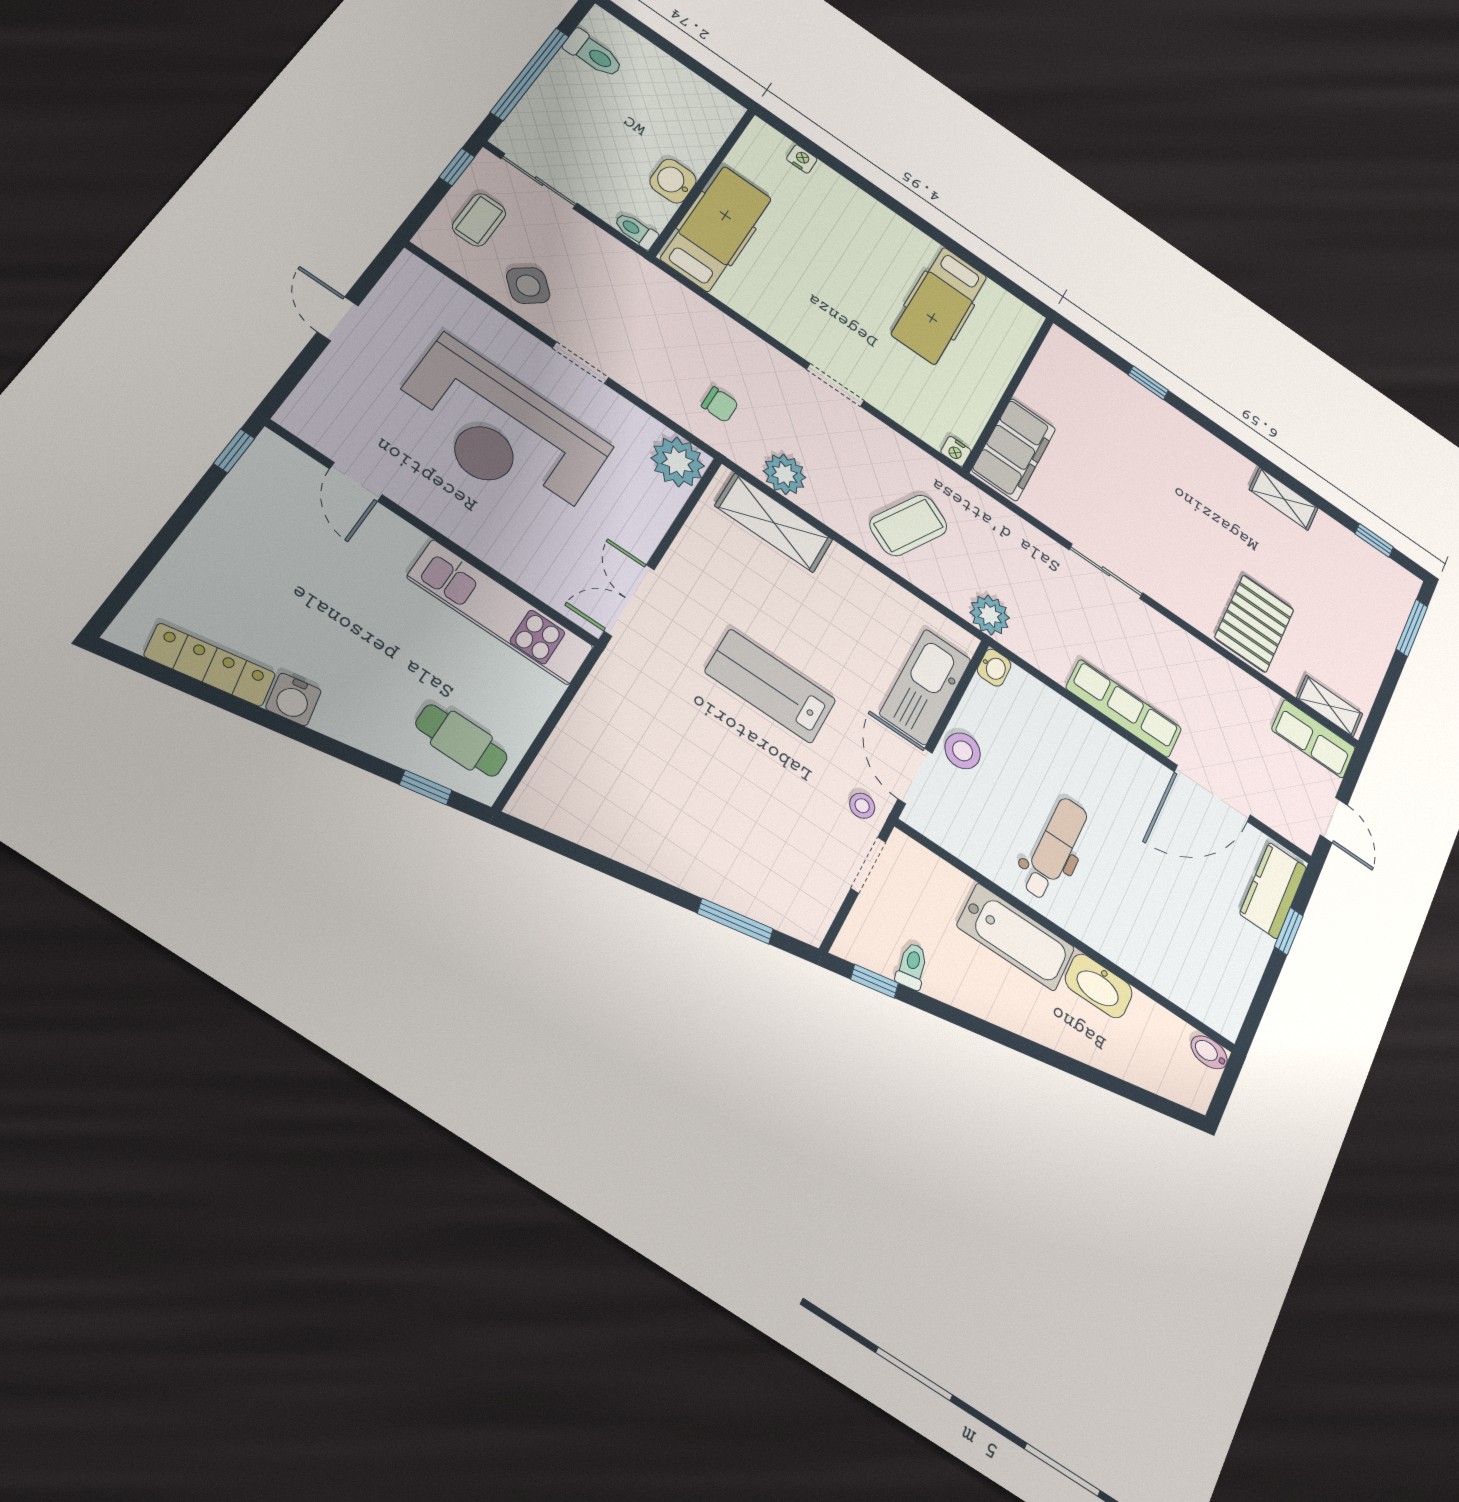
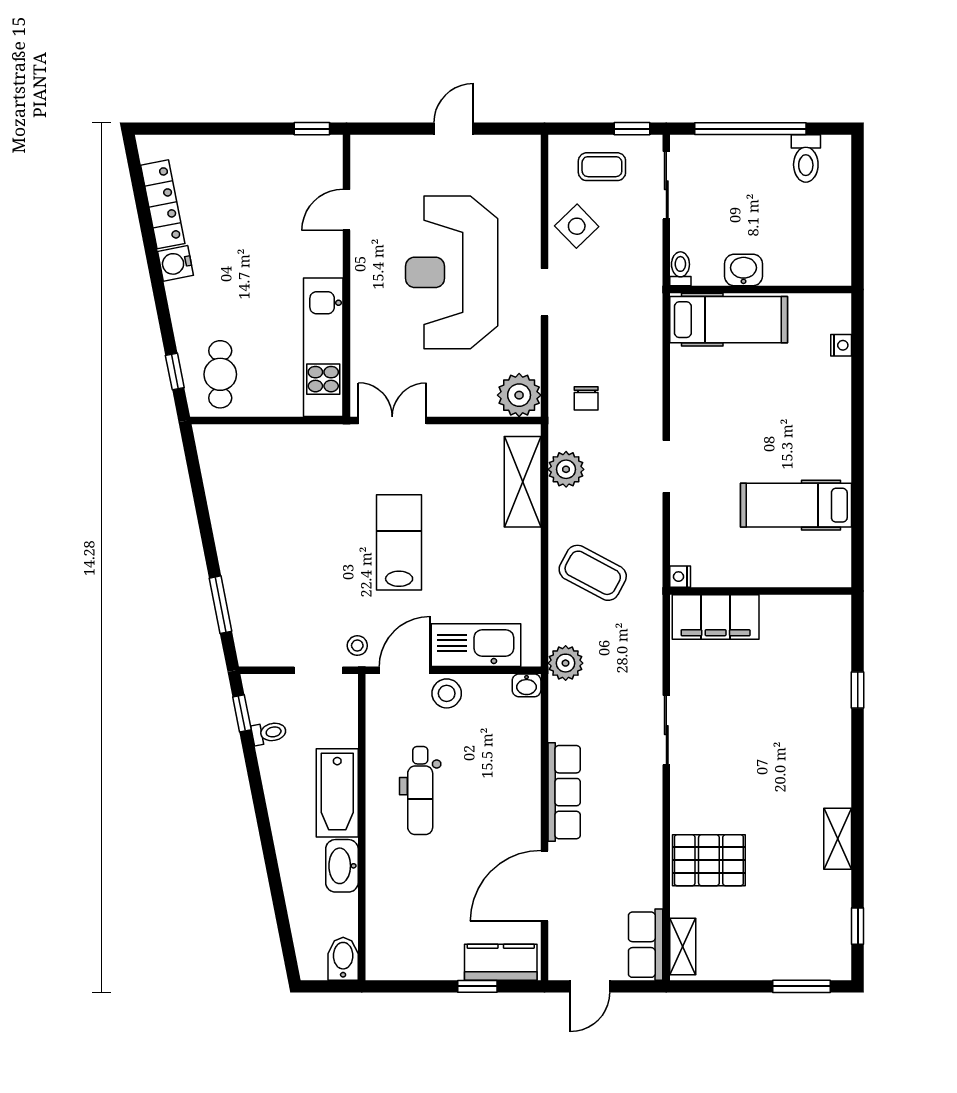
door: (1212, 793) -> (544, 886), hinge flipped
dental chair: (1055, 848) -> (420, 791), turned 90
bidet: (1209, 1052) -> (343, 959), width x1.38, depth x1.36

